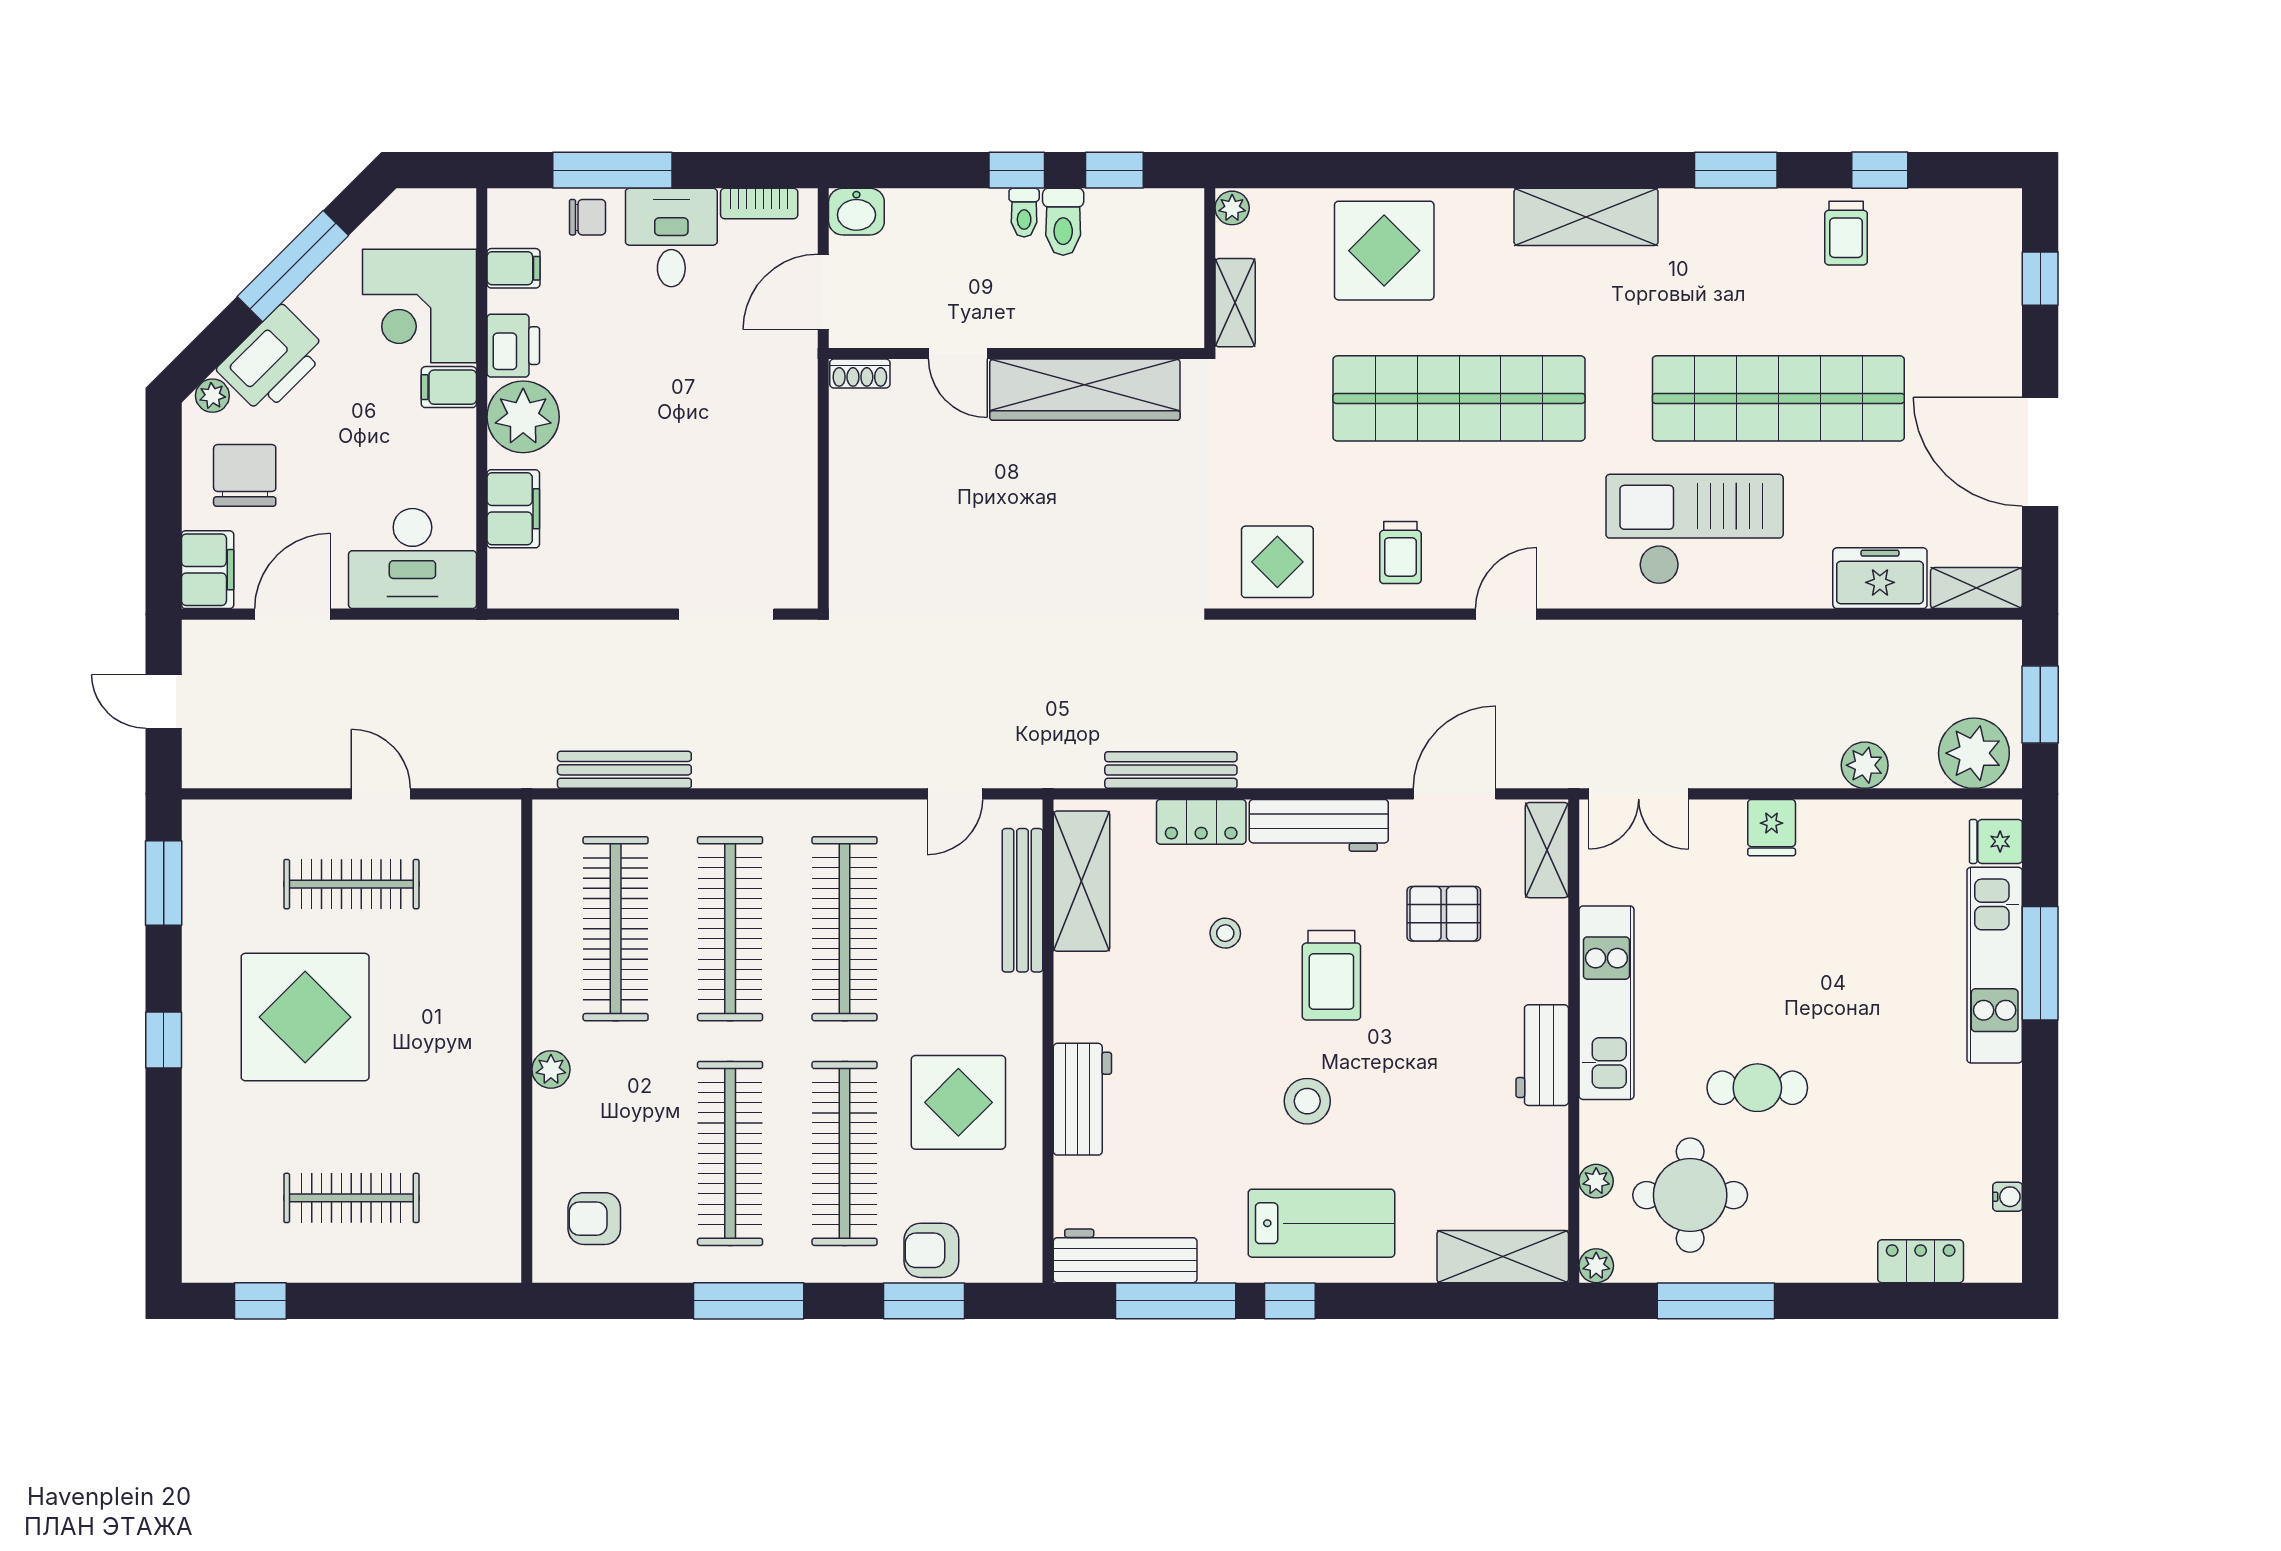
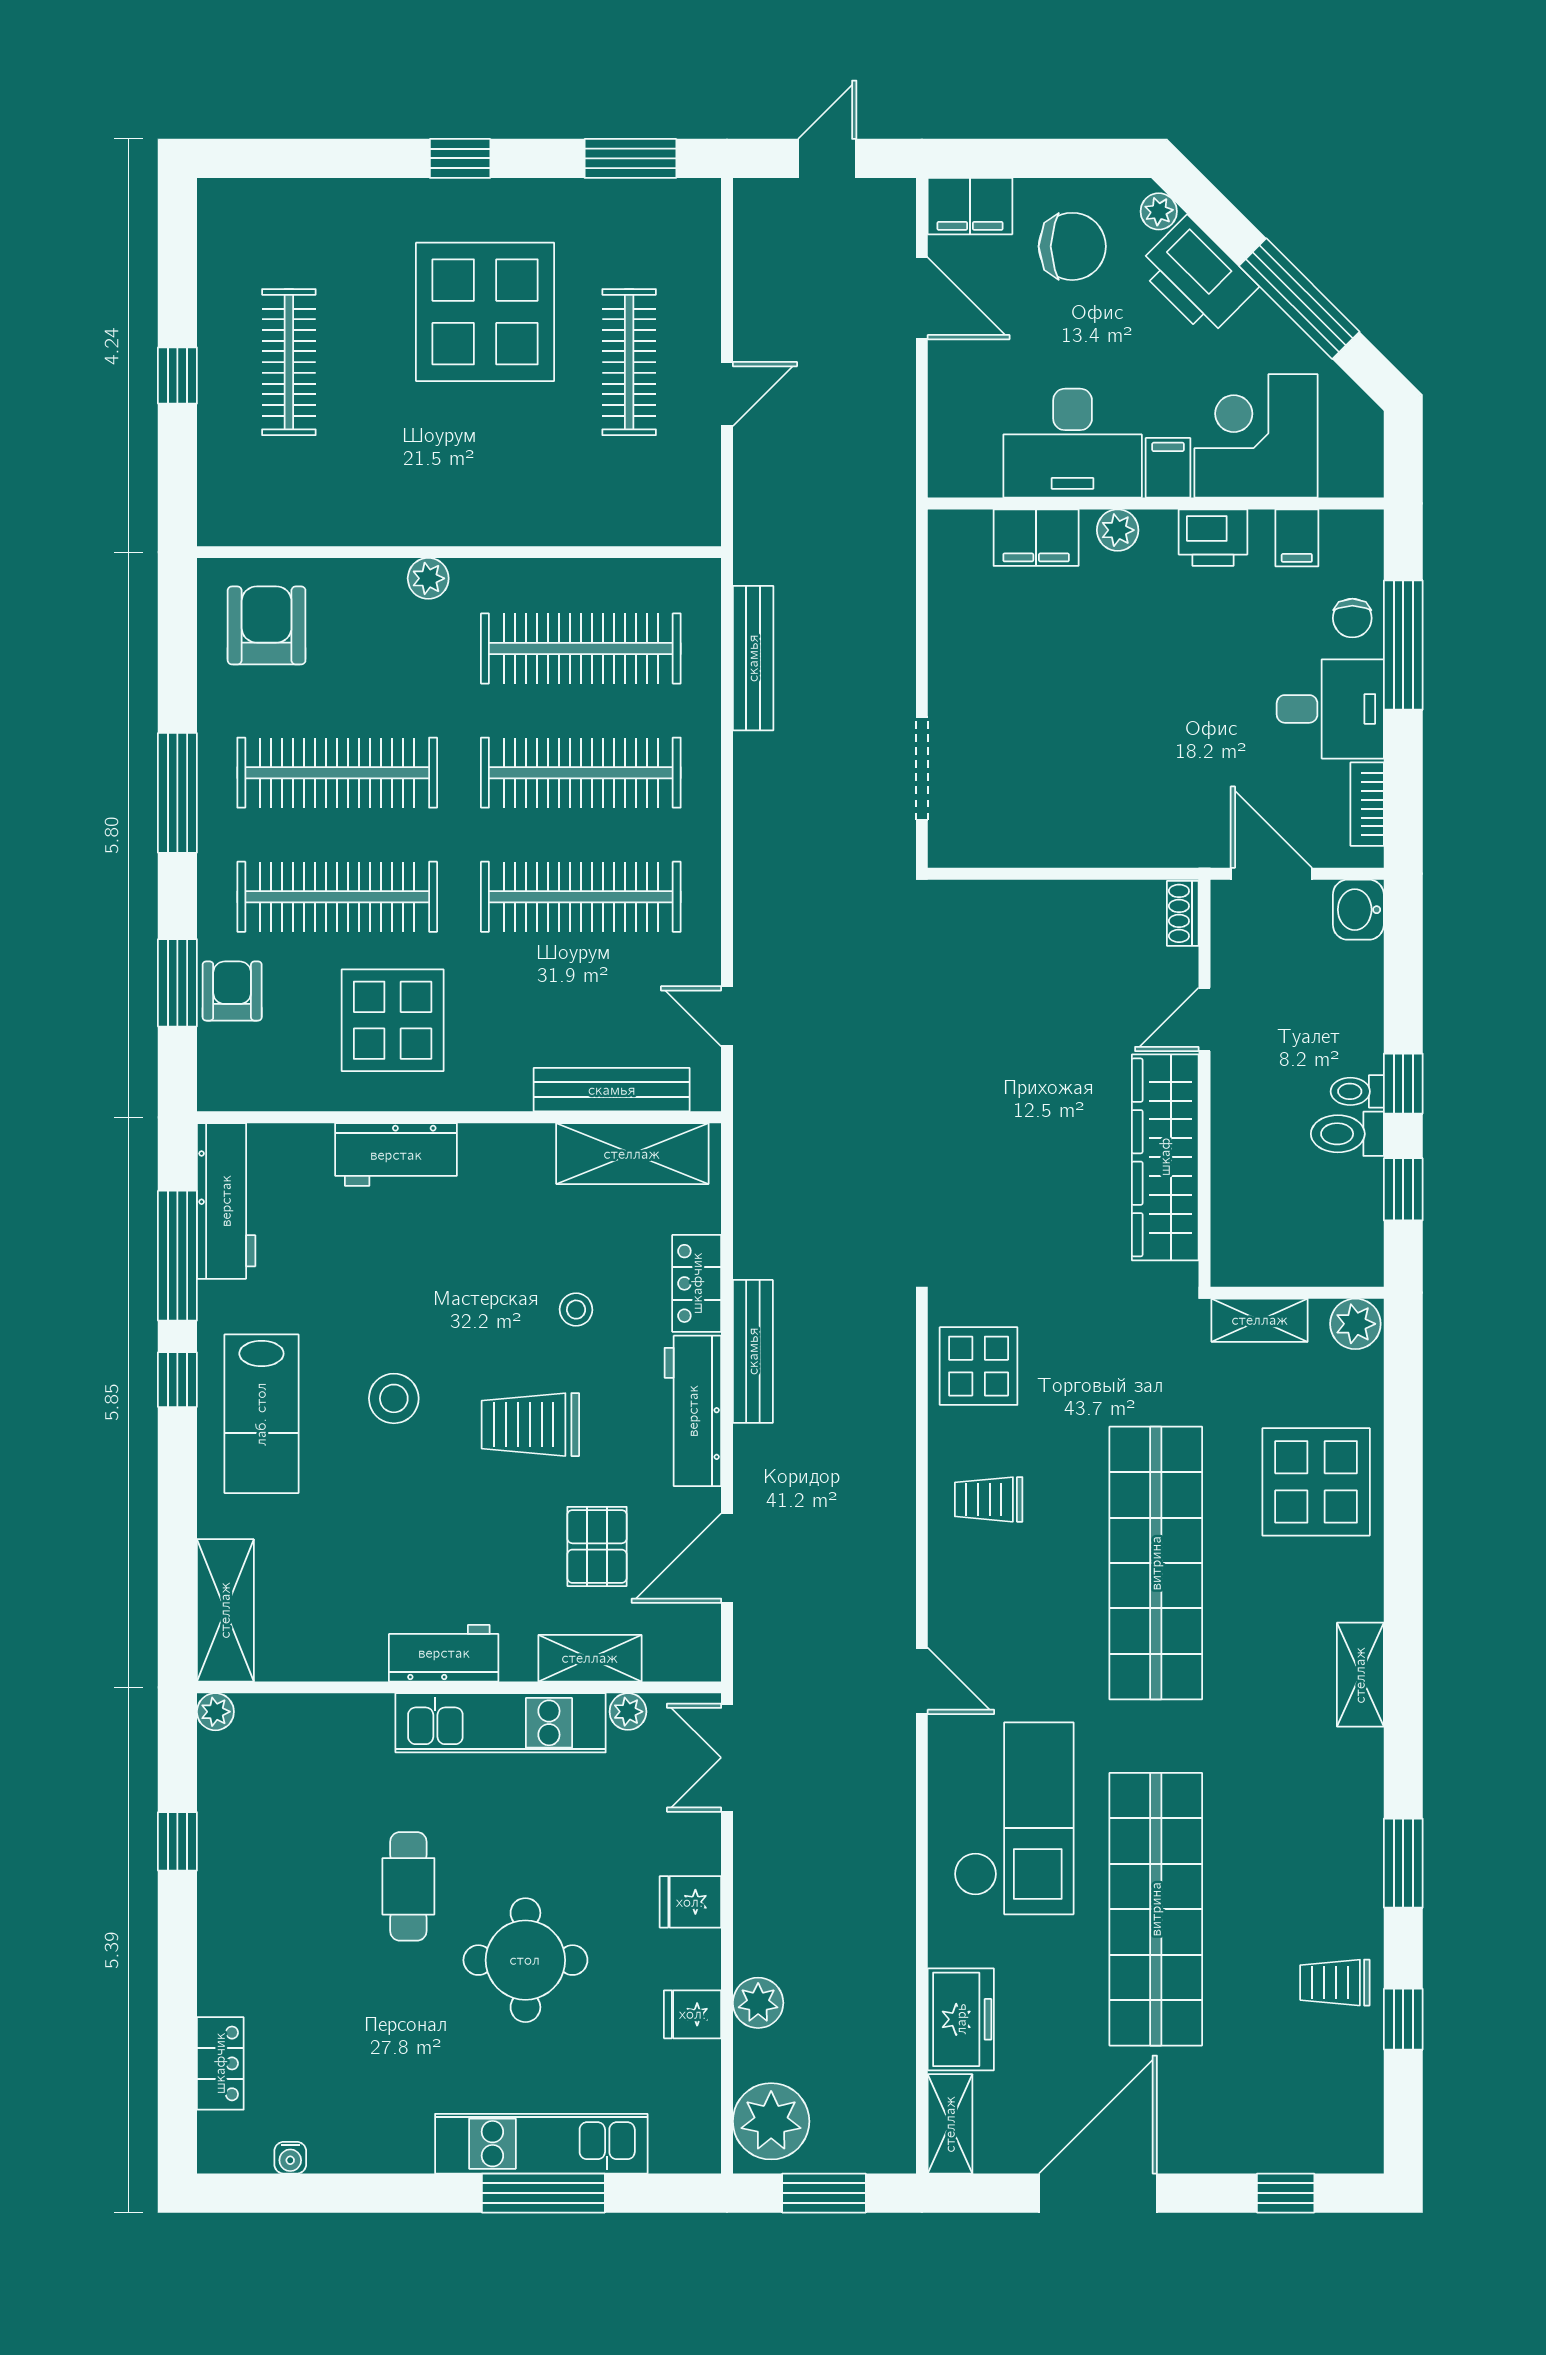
plant: (1232, 208) -> (1355, 1324), width x1.38, depth x1.38
shelving: (1586, 217) -> (1360, 1675), width x0.67, depth x0.75
plant: (523, 417) -> (1118, 530), width x0.53, depth x0.53
desk: (412, 559) -> (1073, 443), moved, turned -90
door: (1506, 614) -> (922, 1681), moved
bench: (1171, 770) -> (753, 1351), moved
door: (1455, 794) -> (727, 1558), swing flipped
fridge: (1996, 841) -> (693, 2014), moved, turned -90
shelving: (1547, 850) -> (590, 1658), moved
plant: (1596, 1181) -> (628, 1712), moved
round table: (1690, 1195) -> (525, 1960), moved
armchair: (594, 1219) -> (267, 625), width x1.38, depth x1.38
window: (260, 1301) -> (177, 376), moved
window: (1716, 1301) -> (177, 1841), width x0.46

